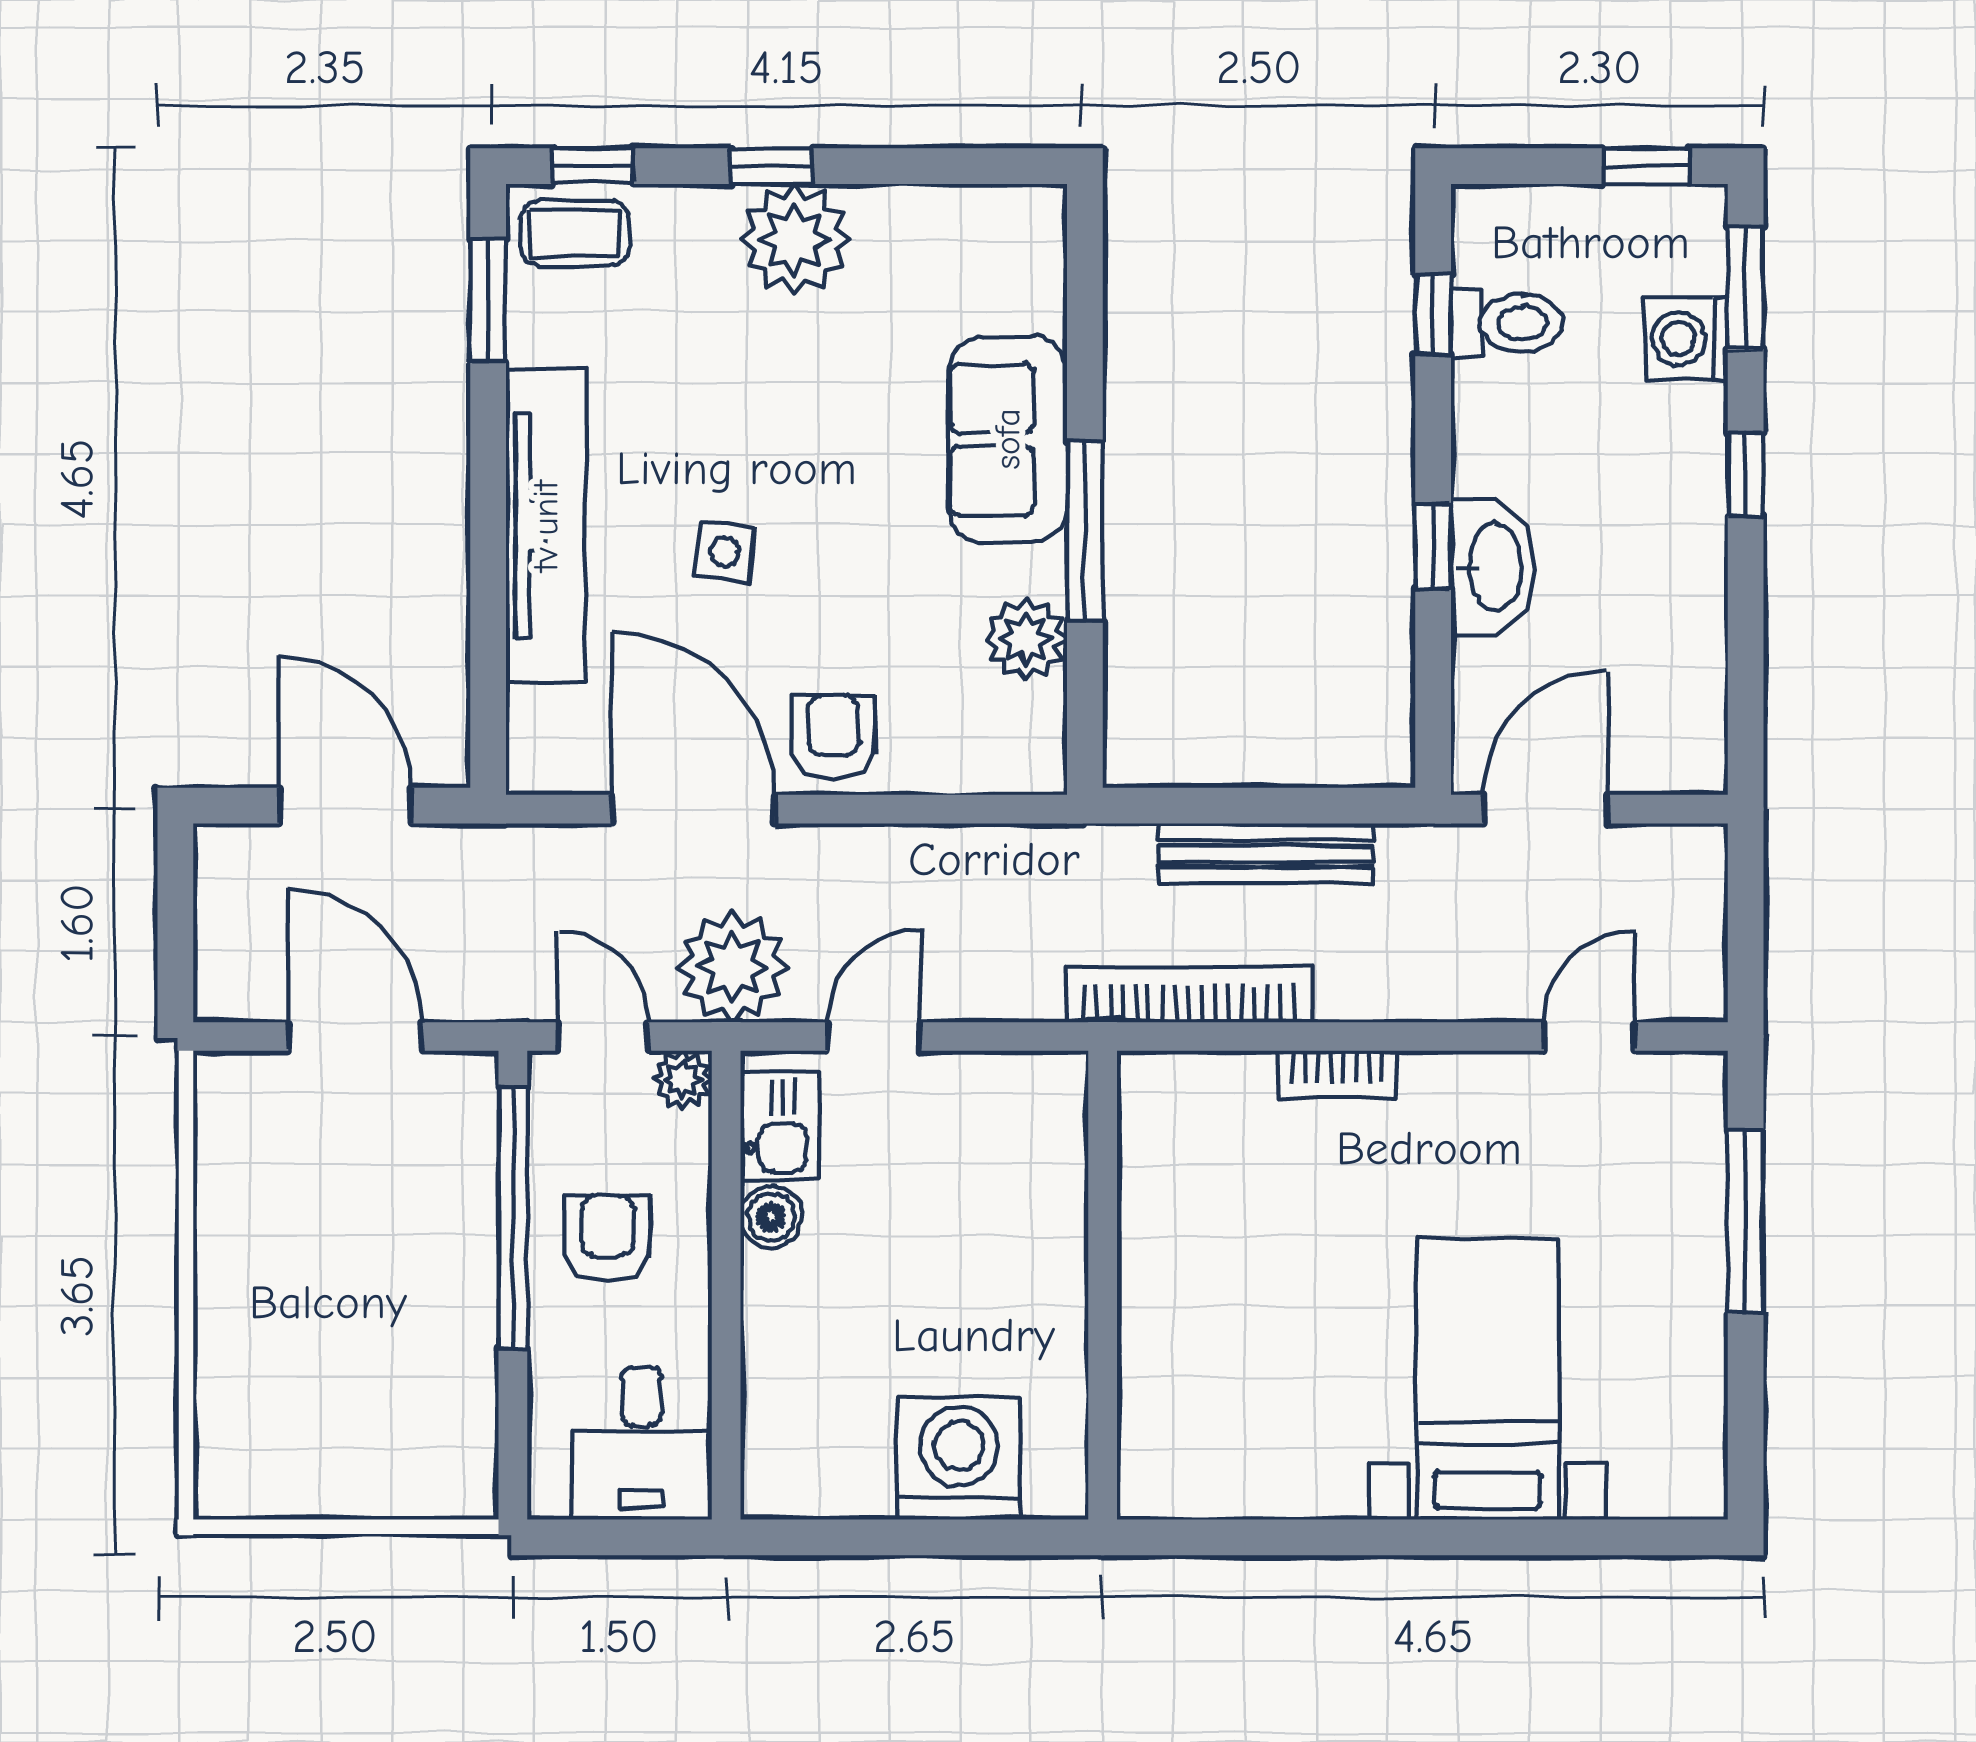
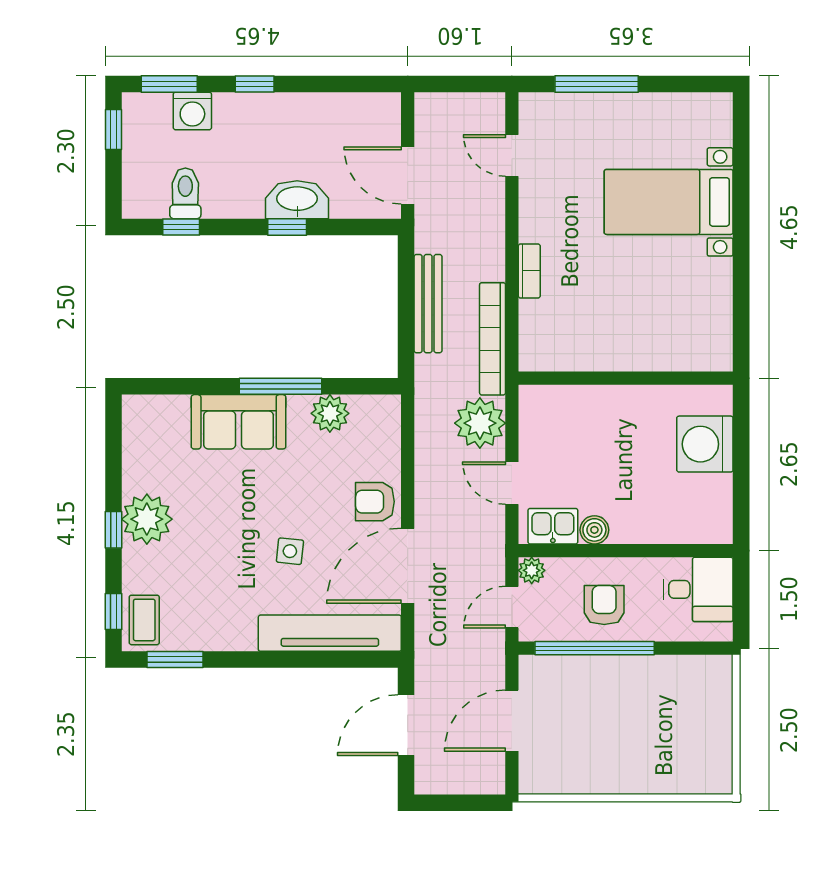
tv unit: (546, 526) -> (330, 633), moved
plant: (732, 967) -> (480, 423), moved
armchair: (607, 1238) -> (604, 605), turned 90

